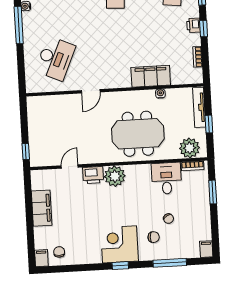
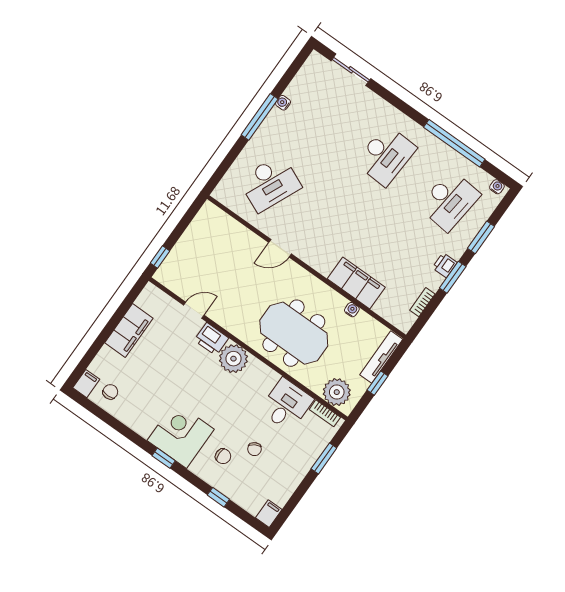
window: (204, 29) -> (453, 277), width x1.50
window: (170, 263) -> (218, 497), width x0.46

